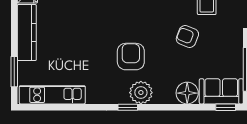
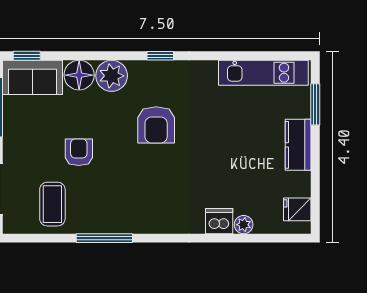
kitchen counter: (27, 33) -> (298, 145), width x0.67
armchair: (187, 36) -> (79, 152), turned -112
plant: (141, 93) -> (112, 76), moved

